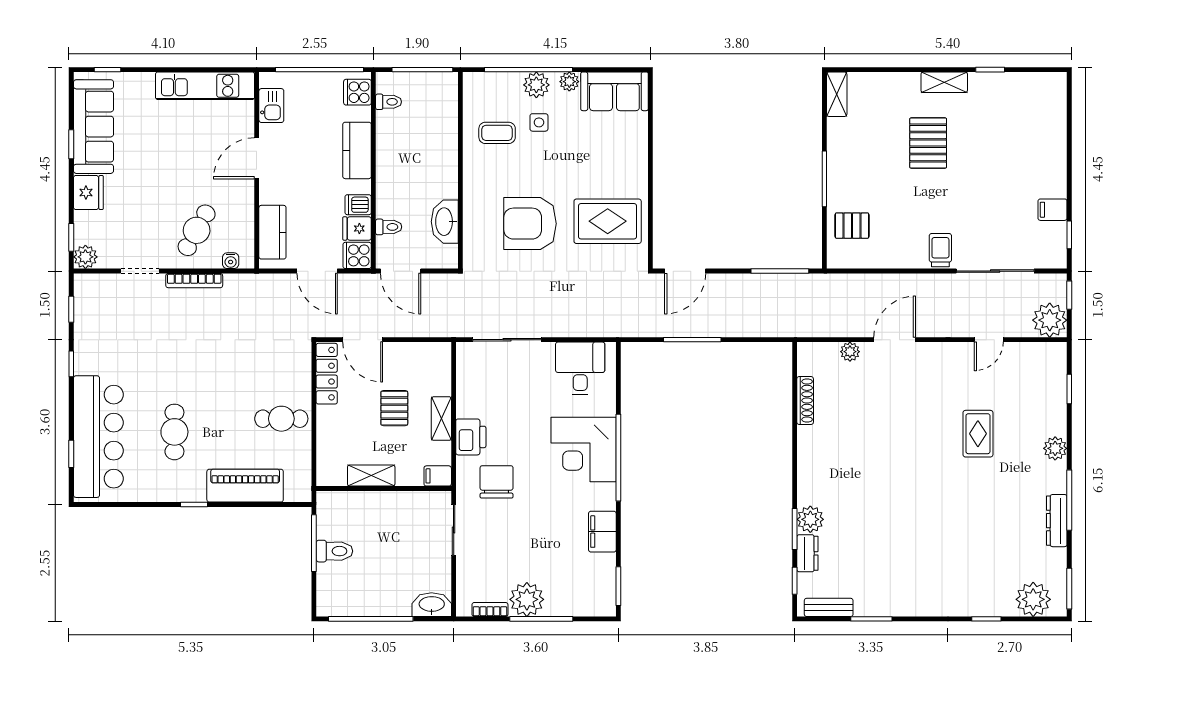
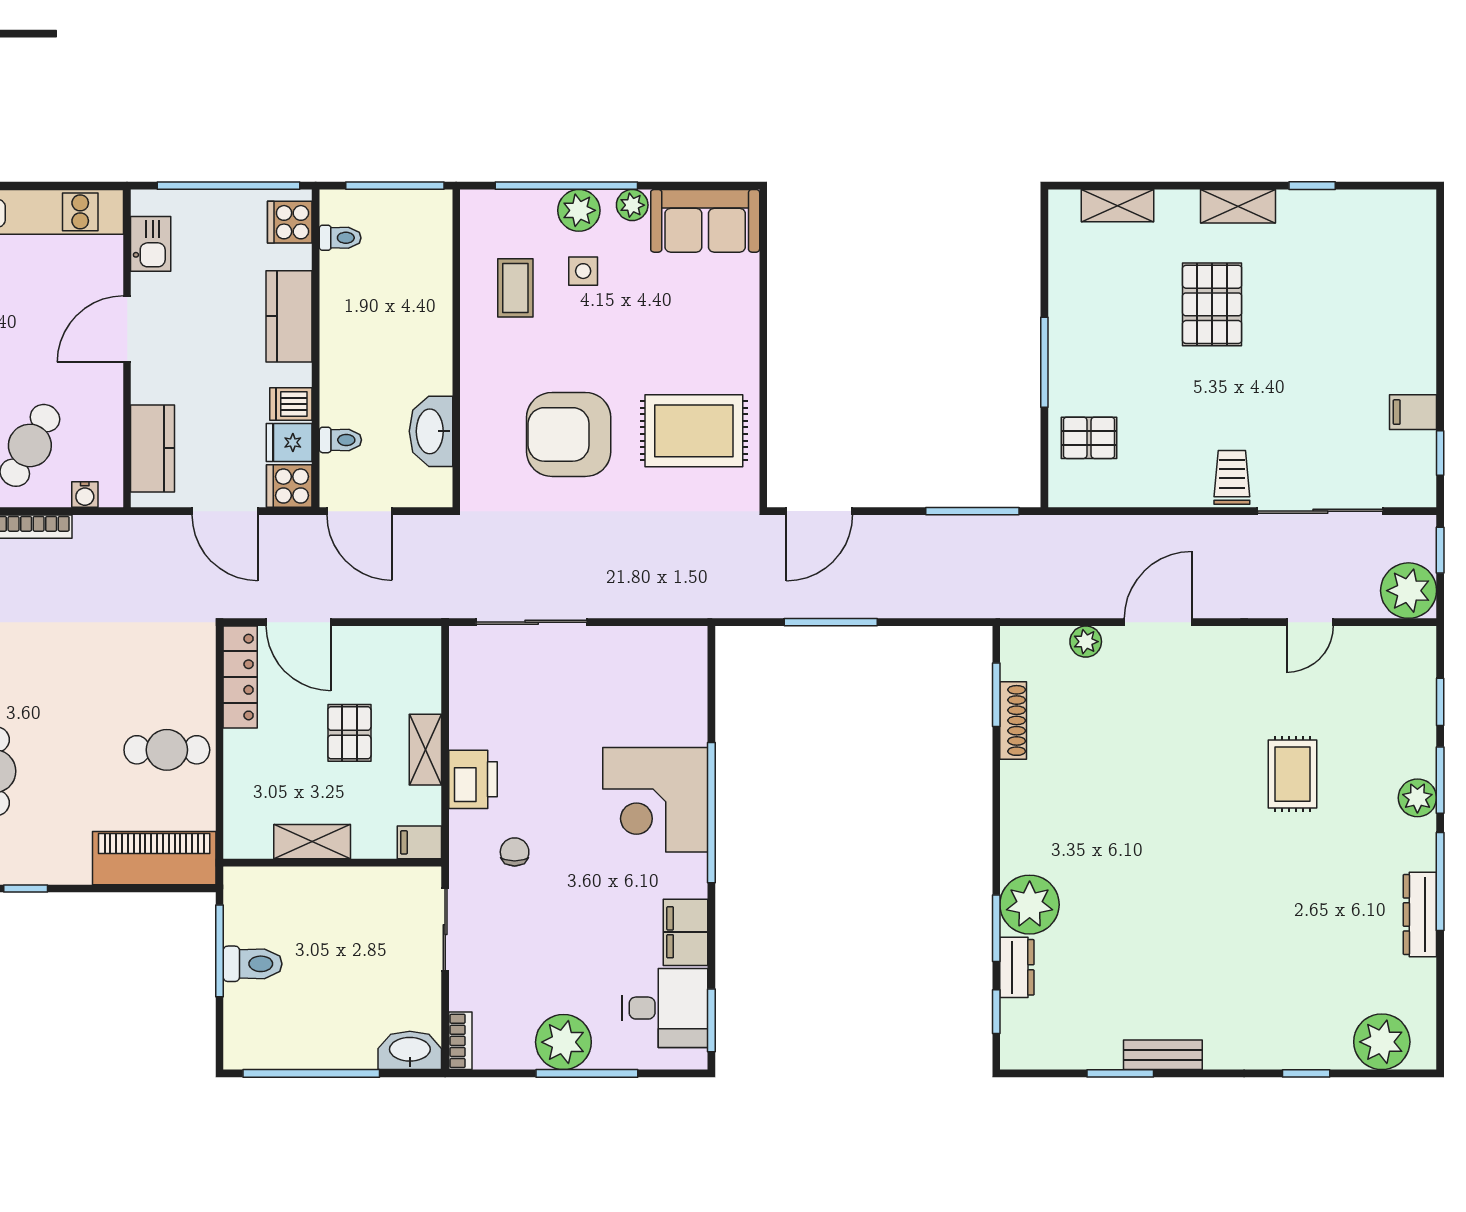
shelving: (837, 94) -> (1117, 206), moved, turned 90
coffee table: (497, 133) -> (515, 288), turned 90
desk: (580, 368) -> (665, 1008), moved, turned 90
window: (795, 385) -> (996, 695), added
chair: (497, 482) -> (515, 852), width x0.54, depth x0.54
piano: (245, 486) -> (154, 858), moved
plant: (810, 519) -> (1030, 905), width x1.36, depth x1.36
window: (1069, 589) -> (1440, 780), moved
bench: (829, 607) -> (1163, 1055), moved
bookcase: (490, 609) -> (460, 1041), moved, turned 90

